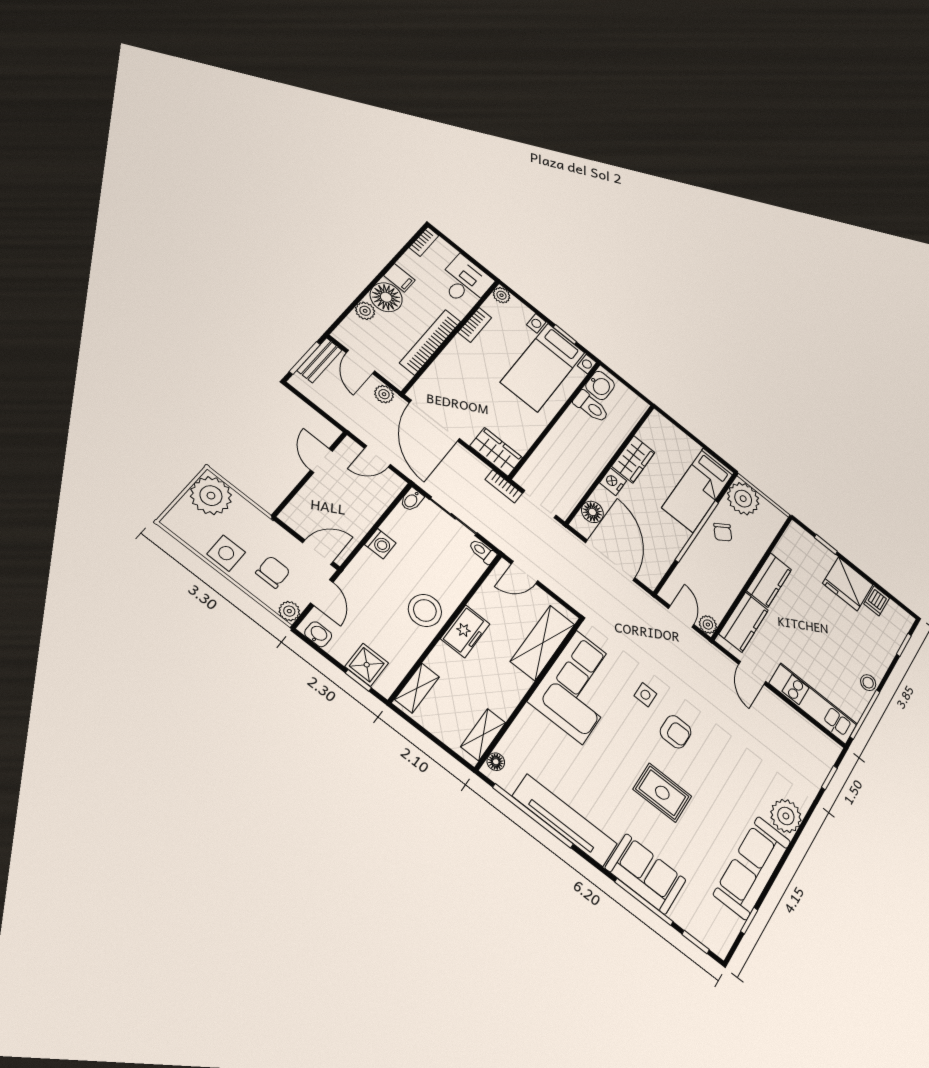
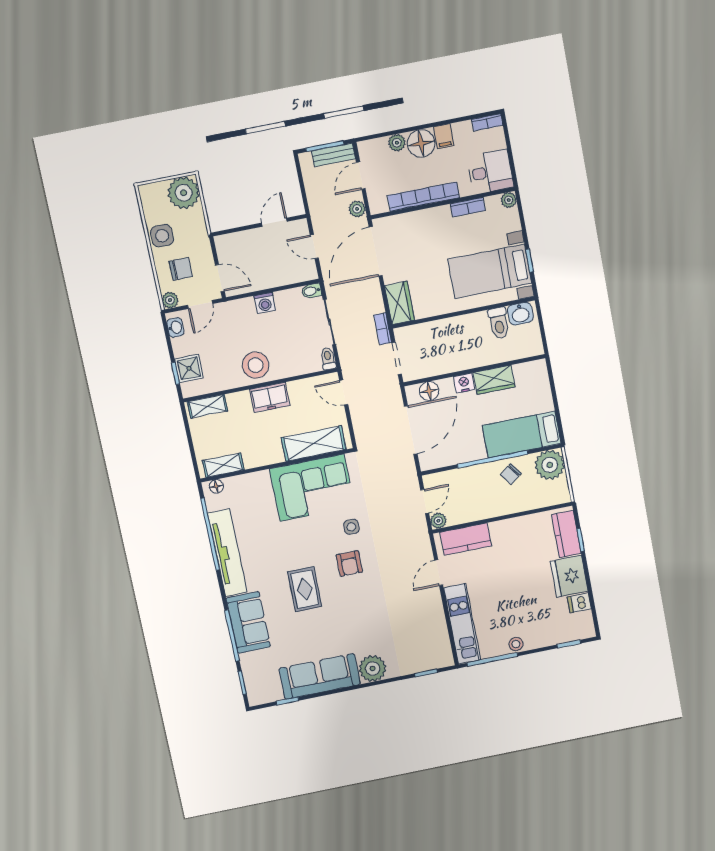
kitchen counter: (769, 580) -> (566, 534), moved, turned 90

